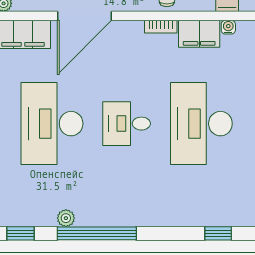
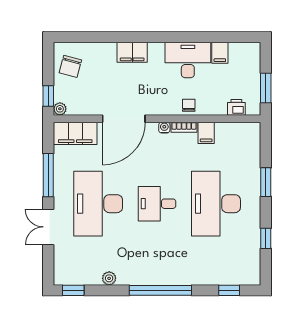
water cooler: (228, 27) -> (164, 128), moved
filing cabinet: (199, 34) -> (206, 133), width x0.50
window: (97, 233) -> (160, 290), moved

